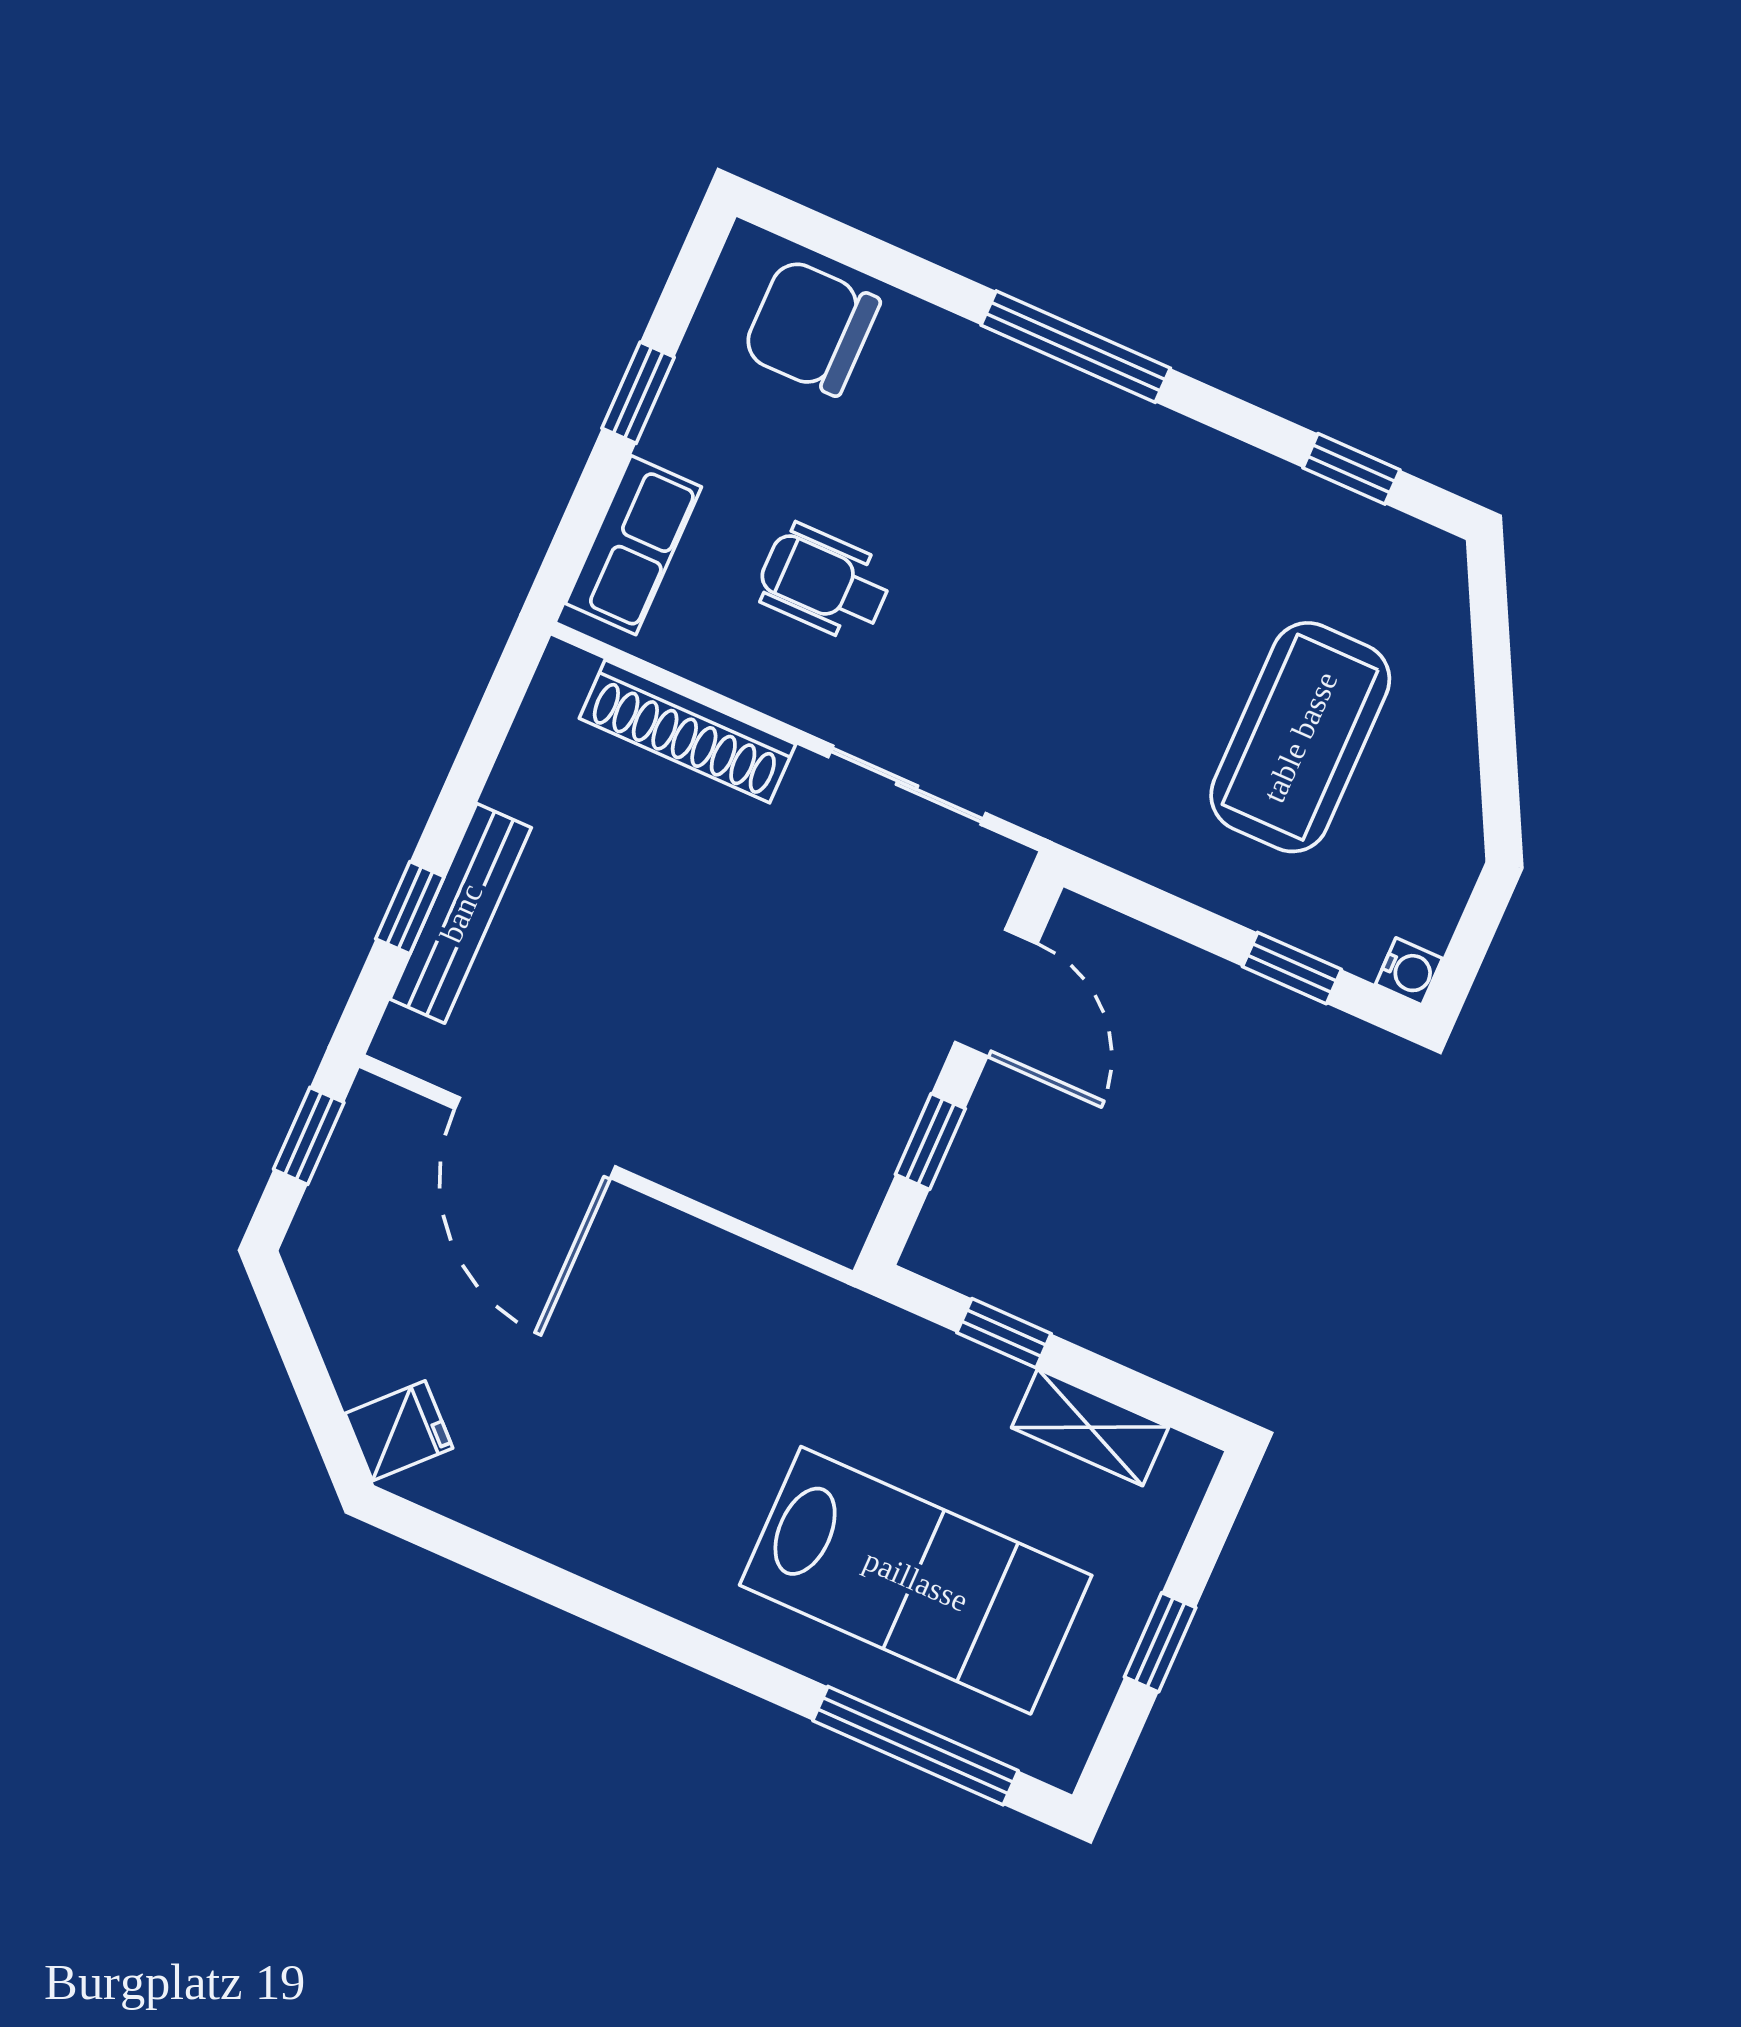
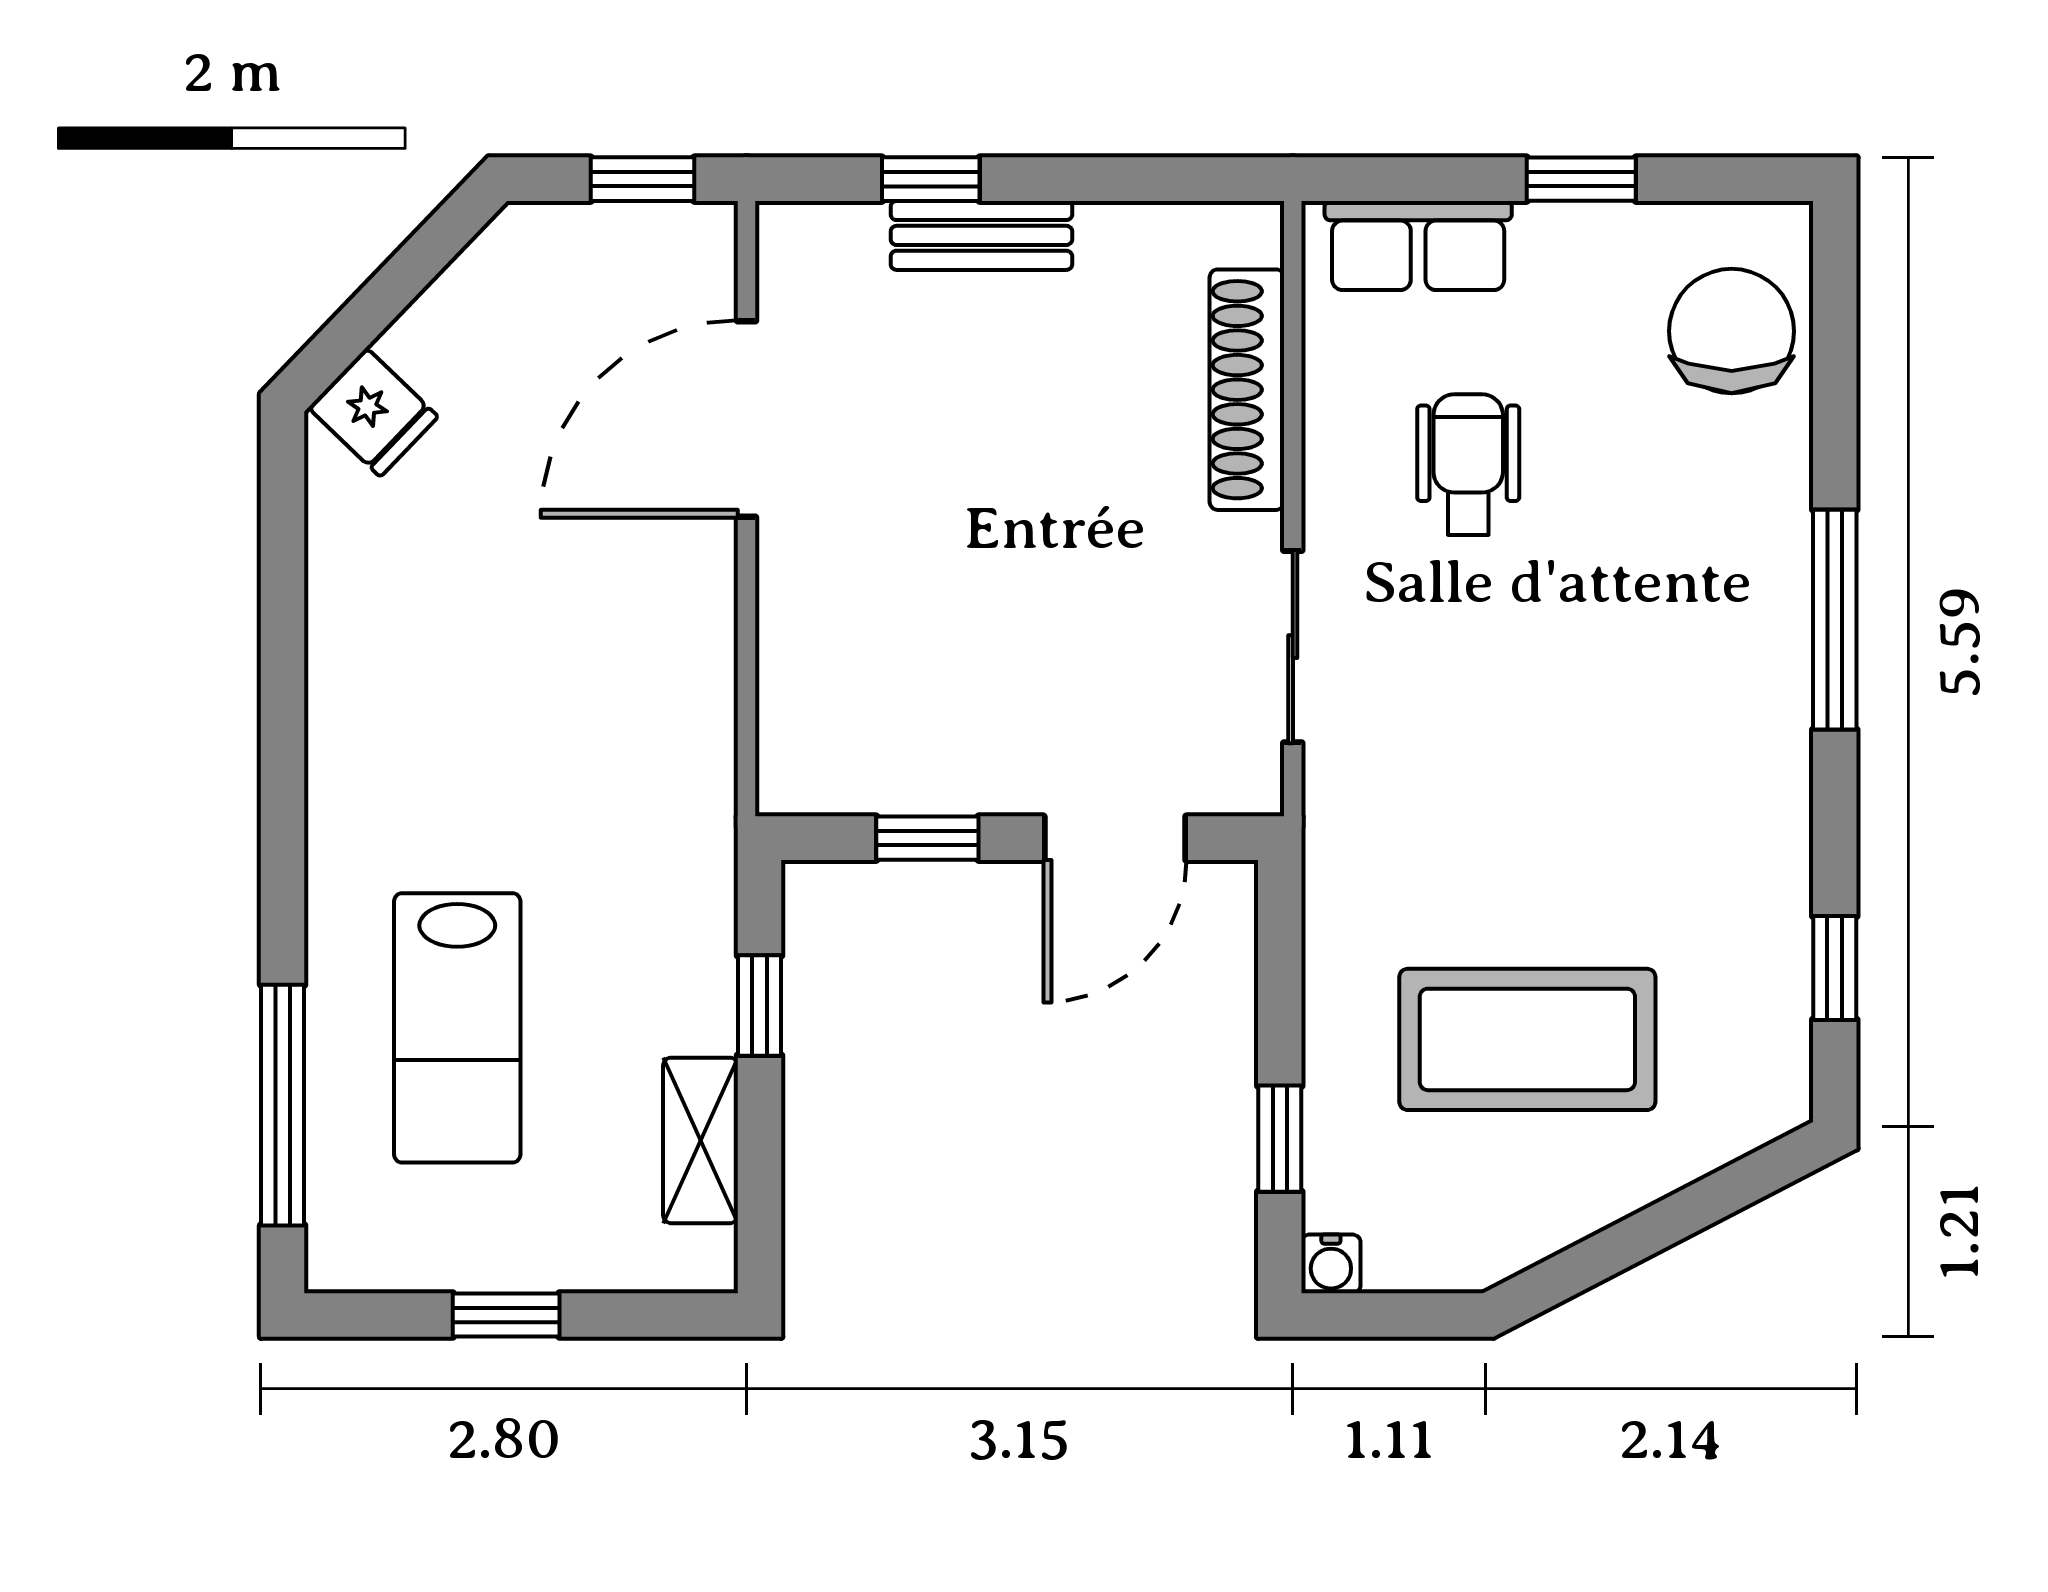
bench: (461, 913) -> (981, 235), width x0.73
lab bench: (916, 1580) -> (457, 1028), width x0.73, depth x0.72

